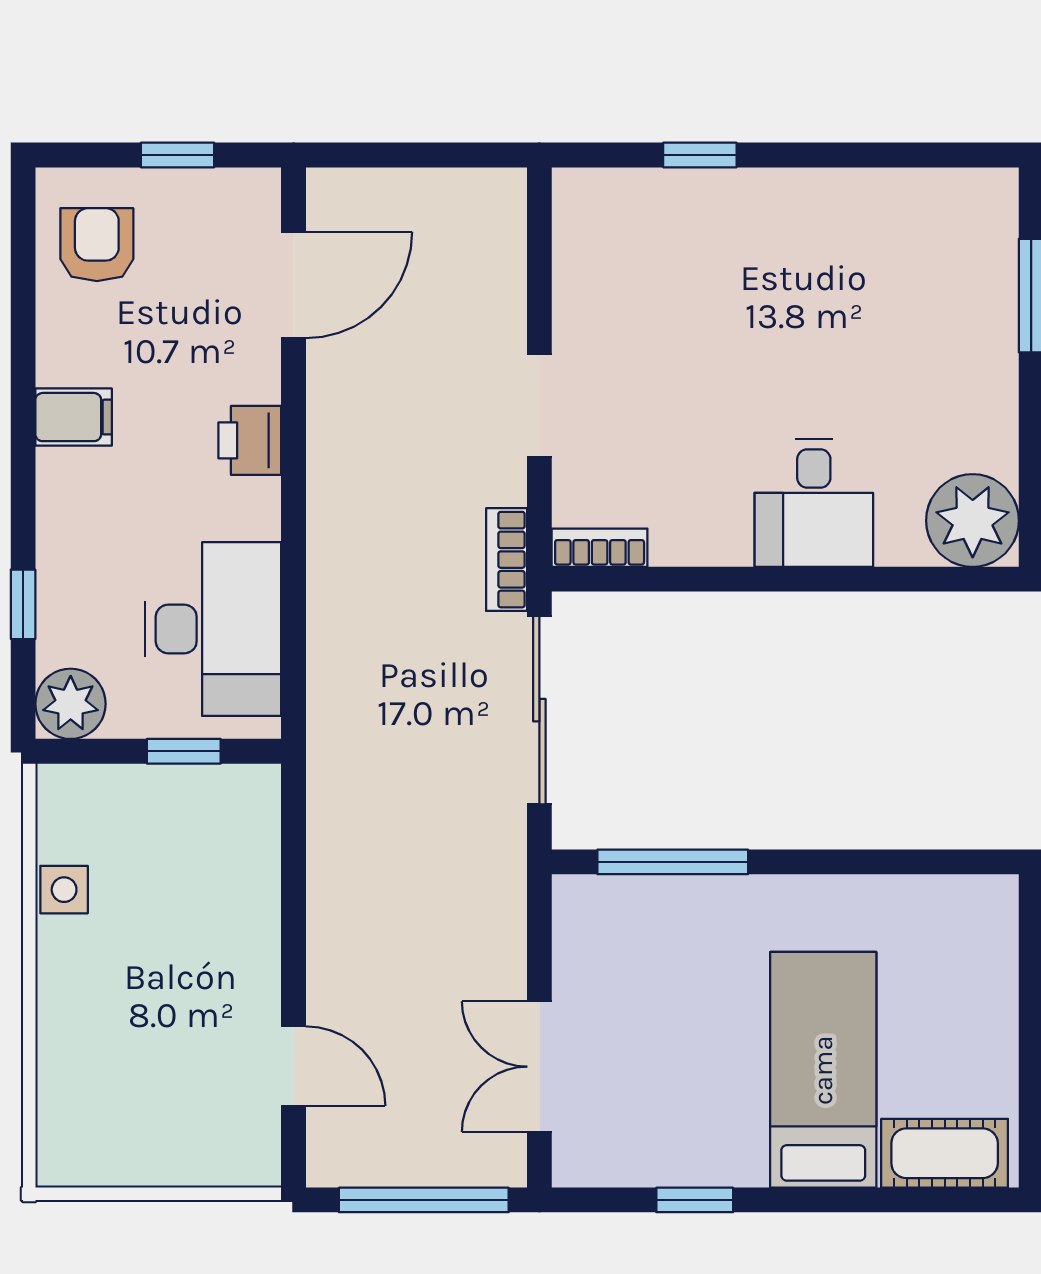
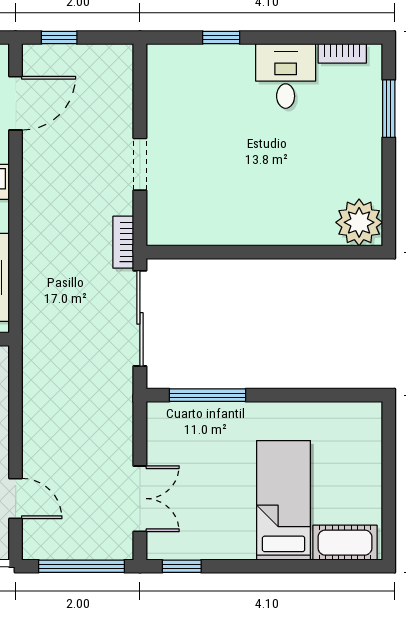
window: (380, 155) -> (59, 37), added
desk: (814, 503) -> (286, 76), moved, turned 180
bookcase: (600, 548) -> (342, 53), moved, turned 180
double door: (539, 1067) -> (140, 499), swing flipped
window: (695, 1200) -> (182, 566), moved

